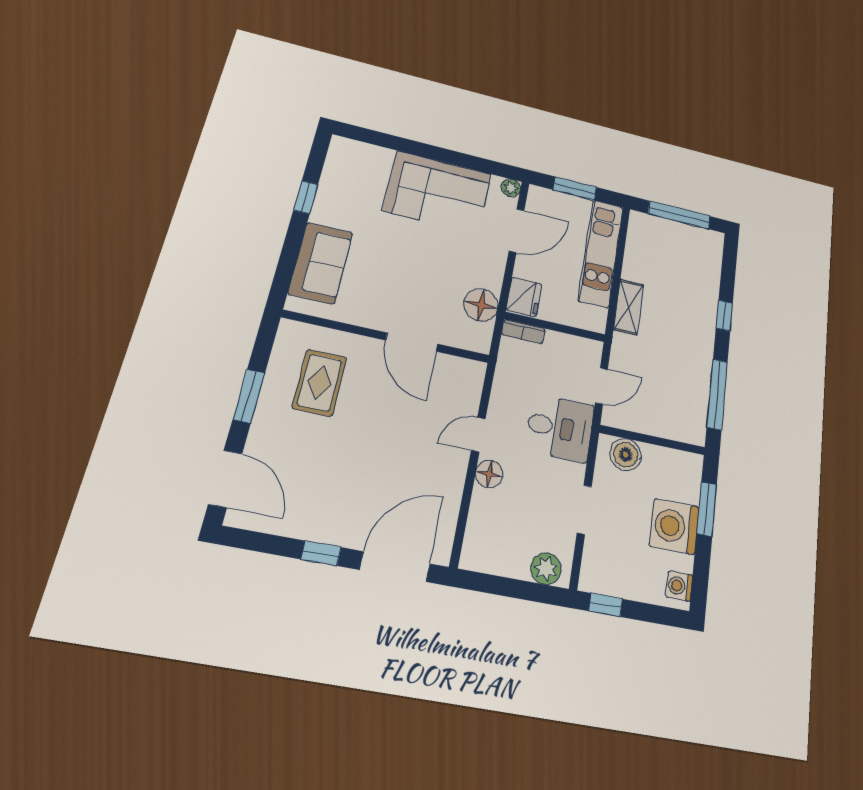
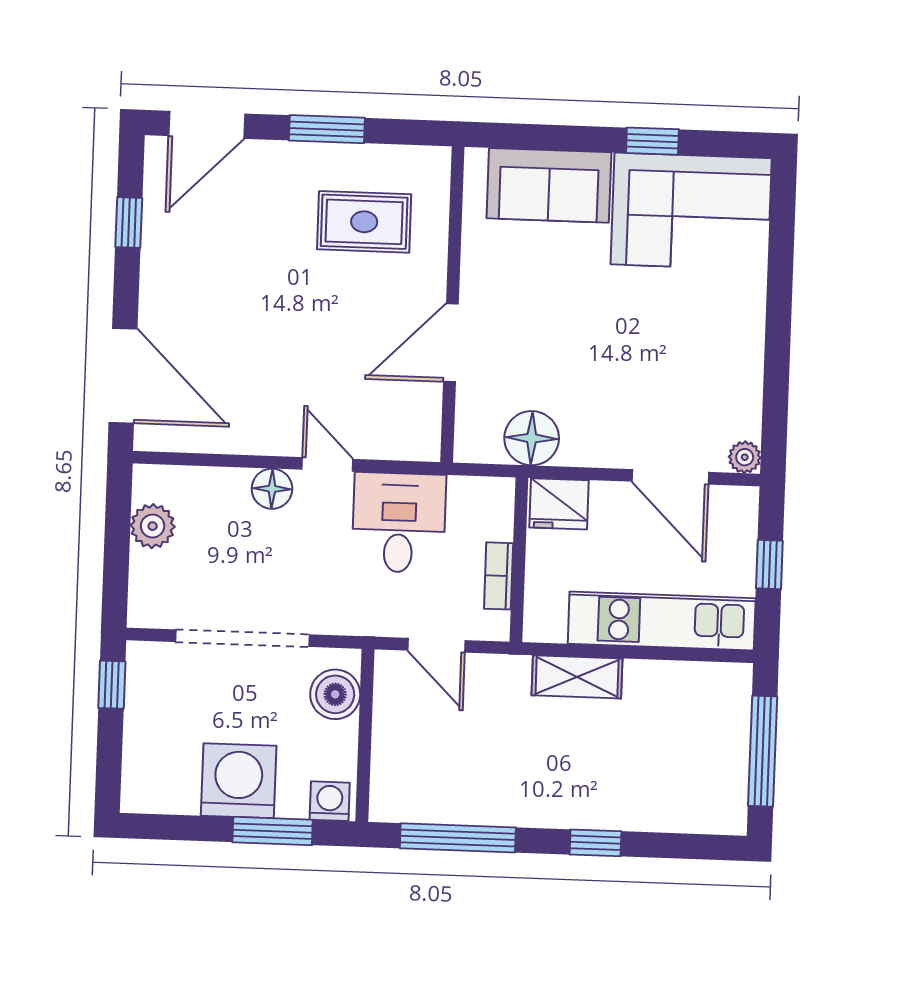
window: (575, 189) -> (769, 565), width x0.67
corner sofa: (438, 192) -> (691, 211), moved, turned -90
bookcase: (523, 332) -> (499, 576), moved
desk: (560, 428) -> (399, 523), moved, turned 180
doorway: (584, 510) -> (242, 638), width x1.87
window: (321, 553) -> (129, 222), moved
plant: (546, 569) -> (153, 526), moved
washing machine: (679, 586) -> (330, 801), moved

